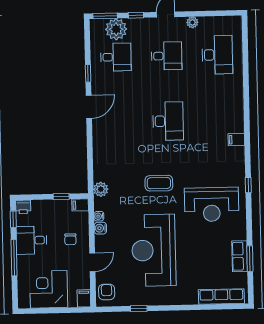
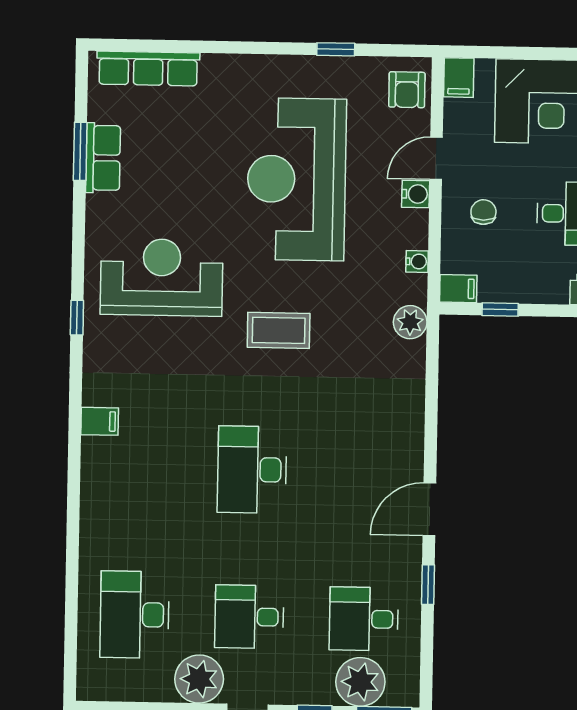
plant: (192, 22) -> (199, 679), width x1.87, depth x1.87
water cooler: (100, 228) -> (416, 194), moved
reception desk: (154, 250) -> (296, 179), turned 180

